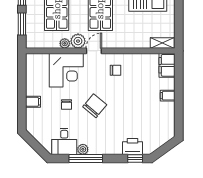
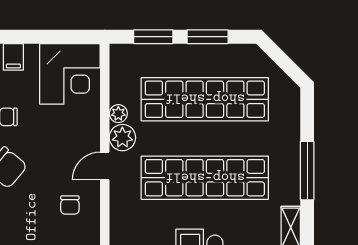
door: (94, 51) -> (105, 166), swing flipped
corner desk: (66, 70) -> (70, 74), moved, turned -90

